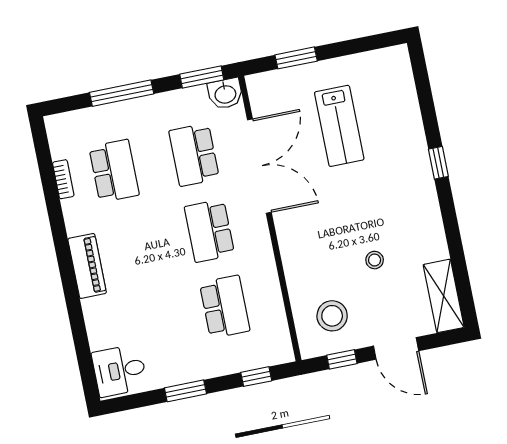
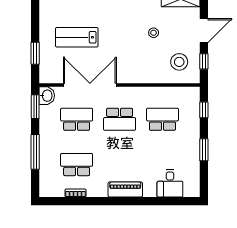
lab bench: (339, 126) -> (77, 37), turned 180
school desk: (194, 155) -> (77, 119), turned 180
desk: (120, 371) -> (170, 183), moved

